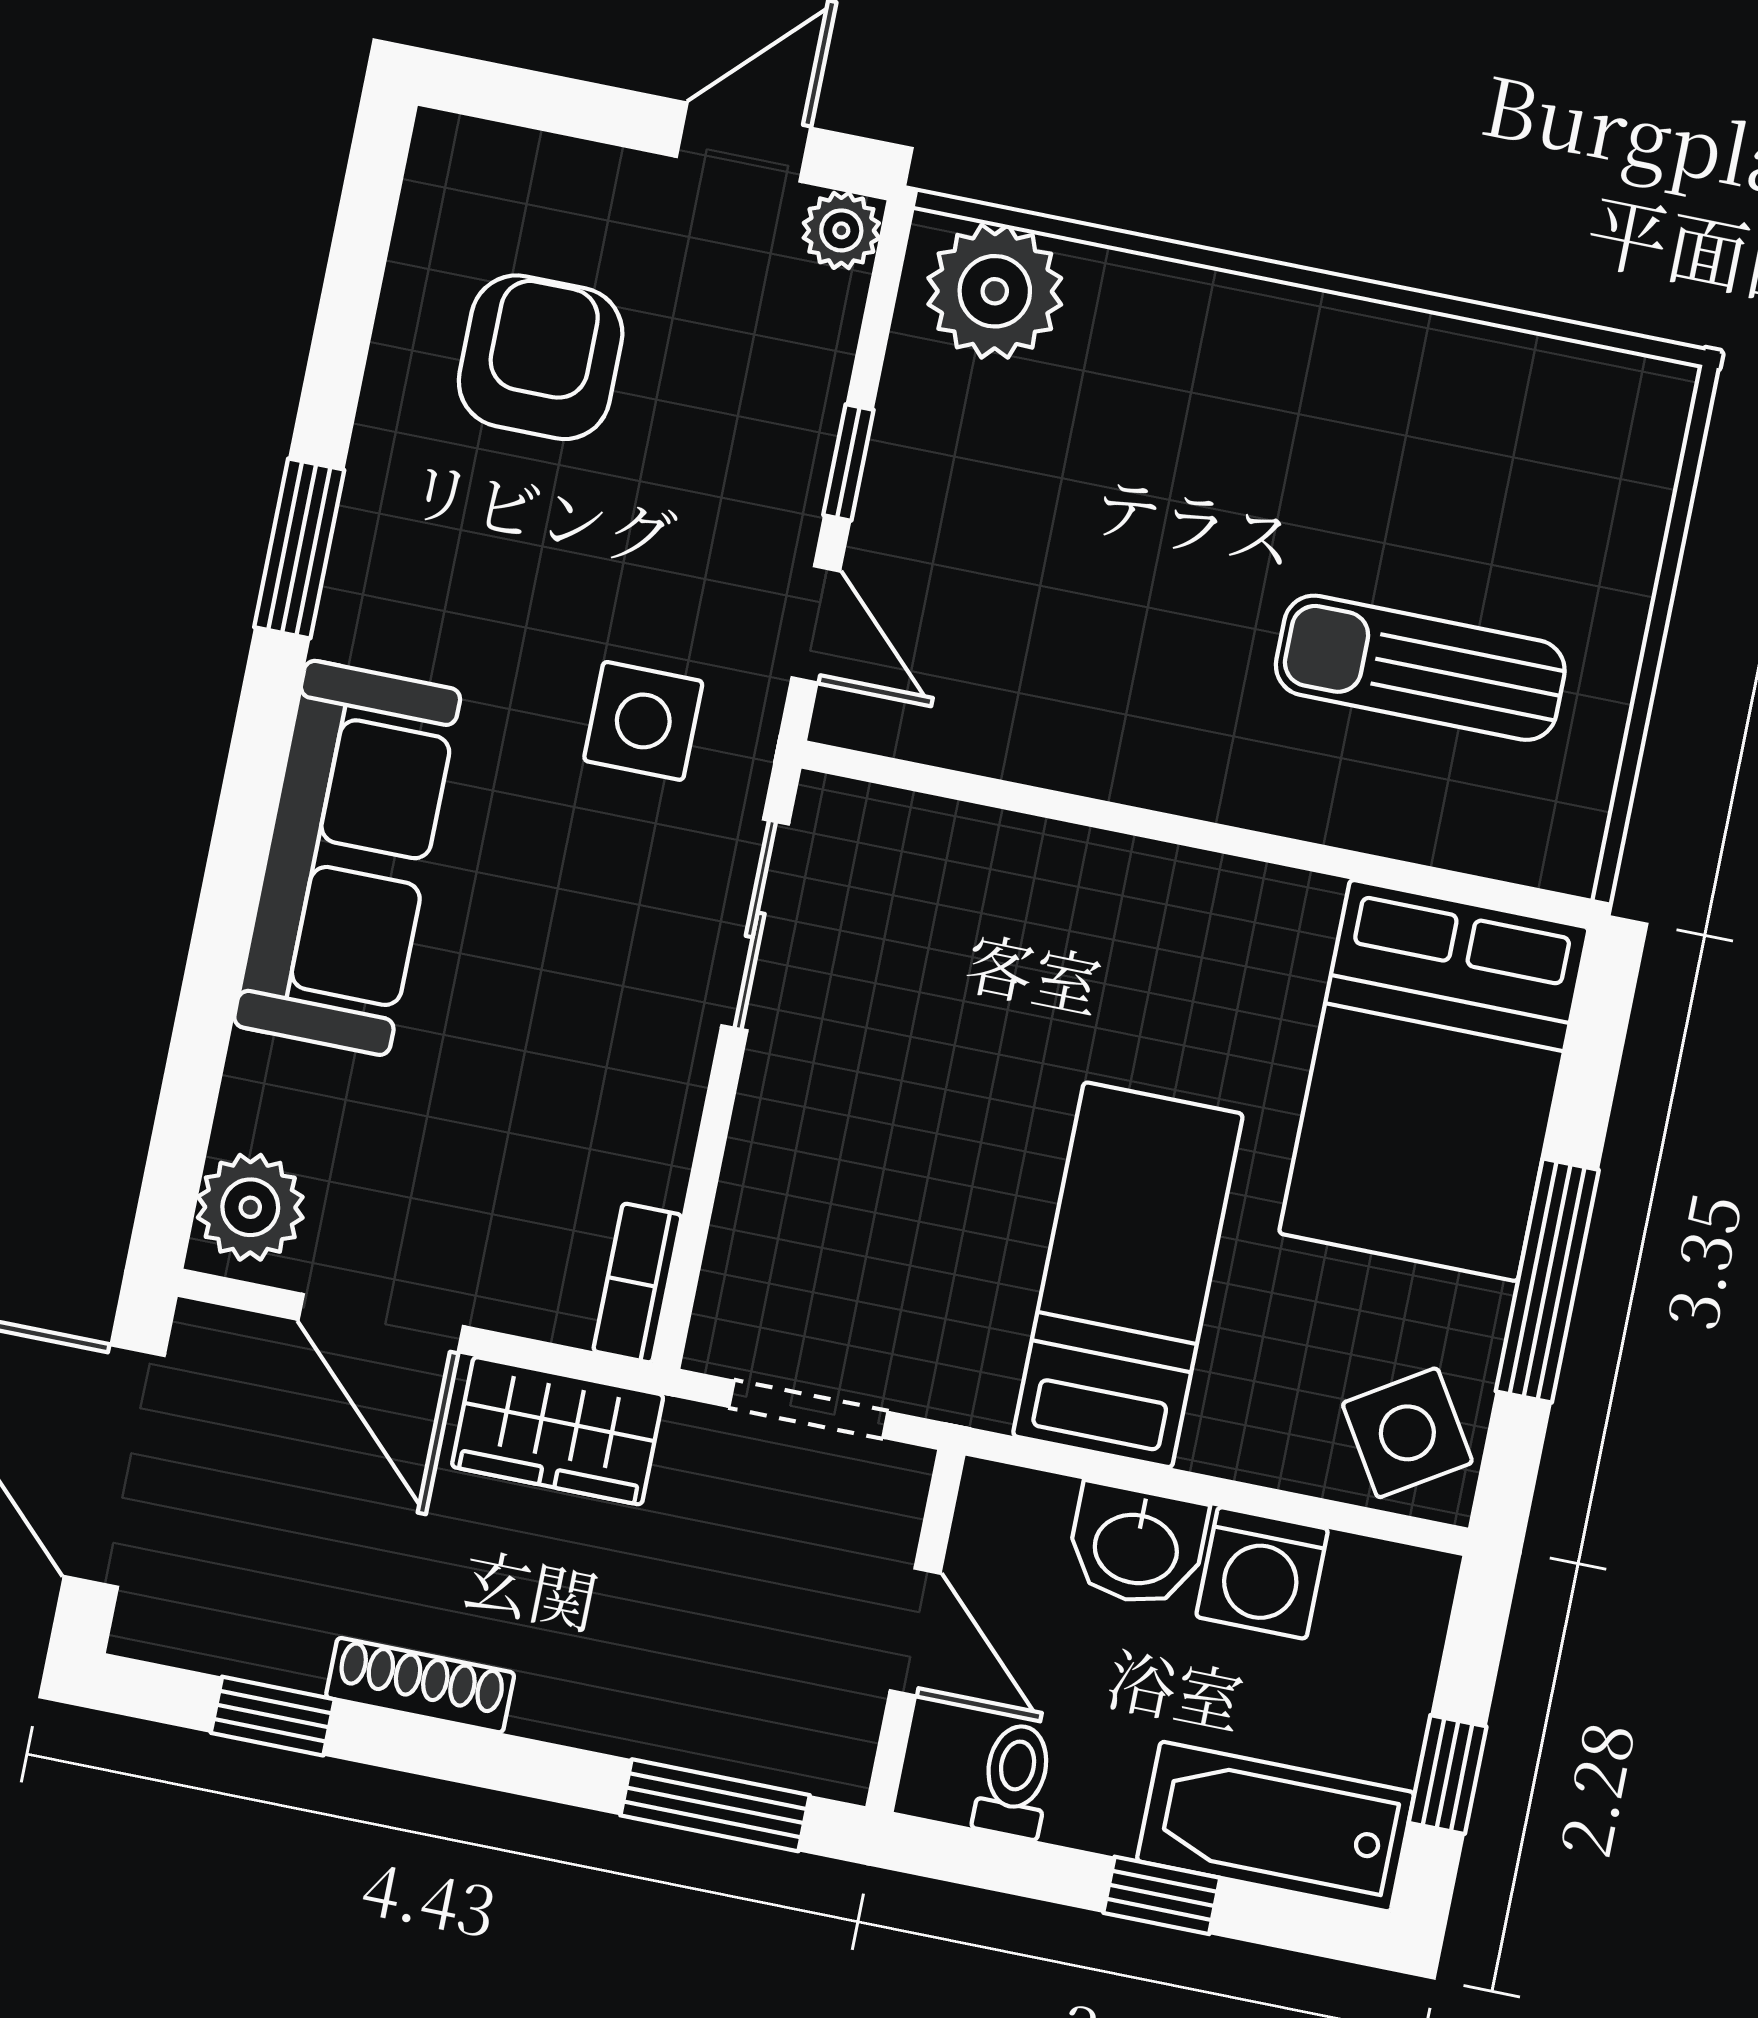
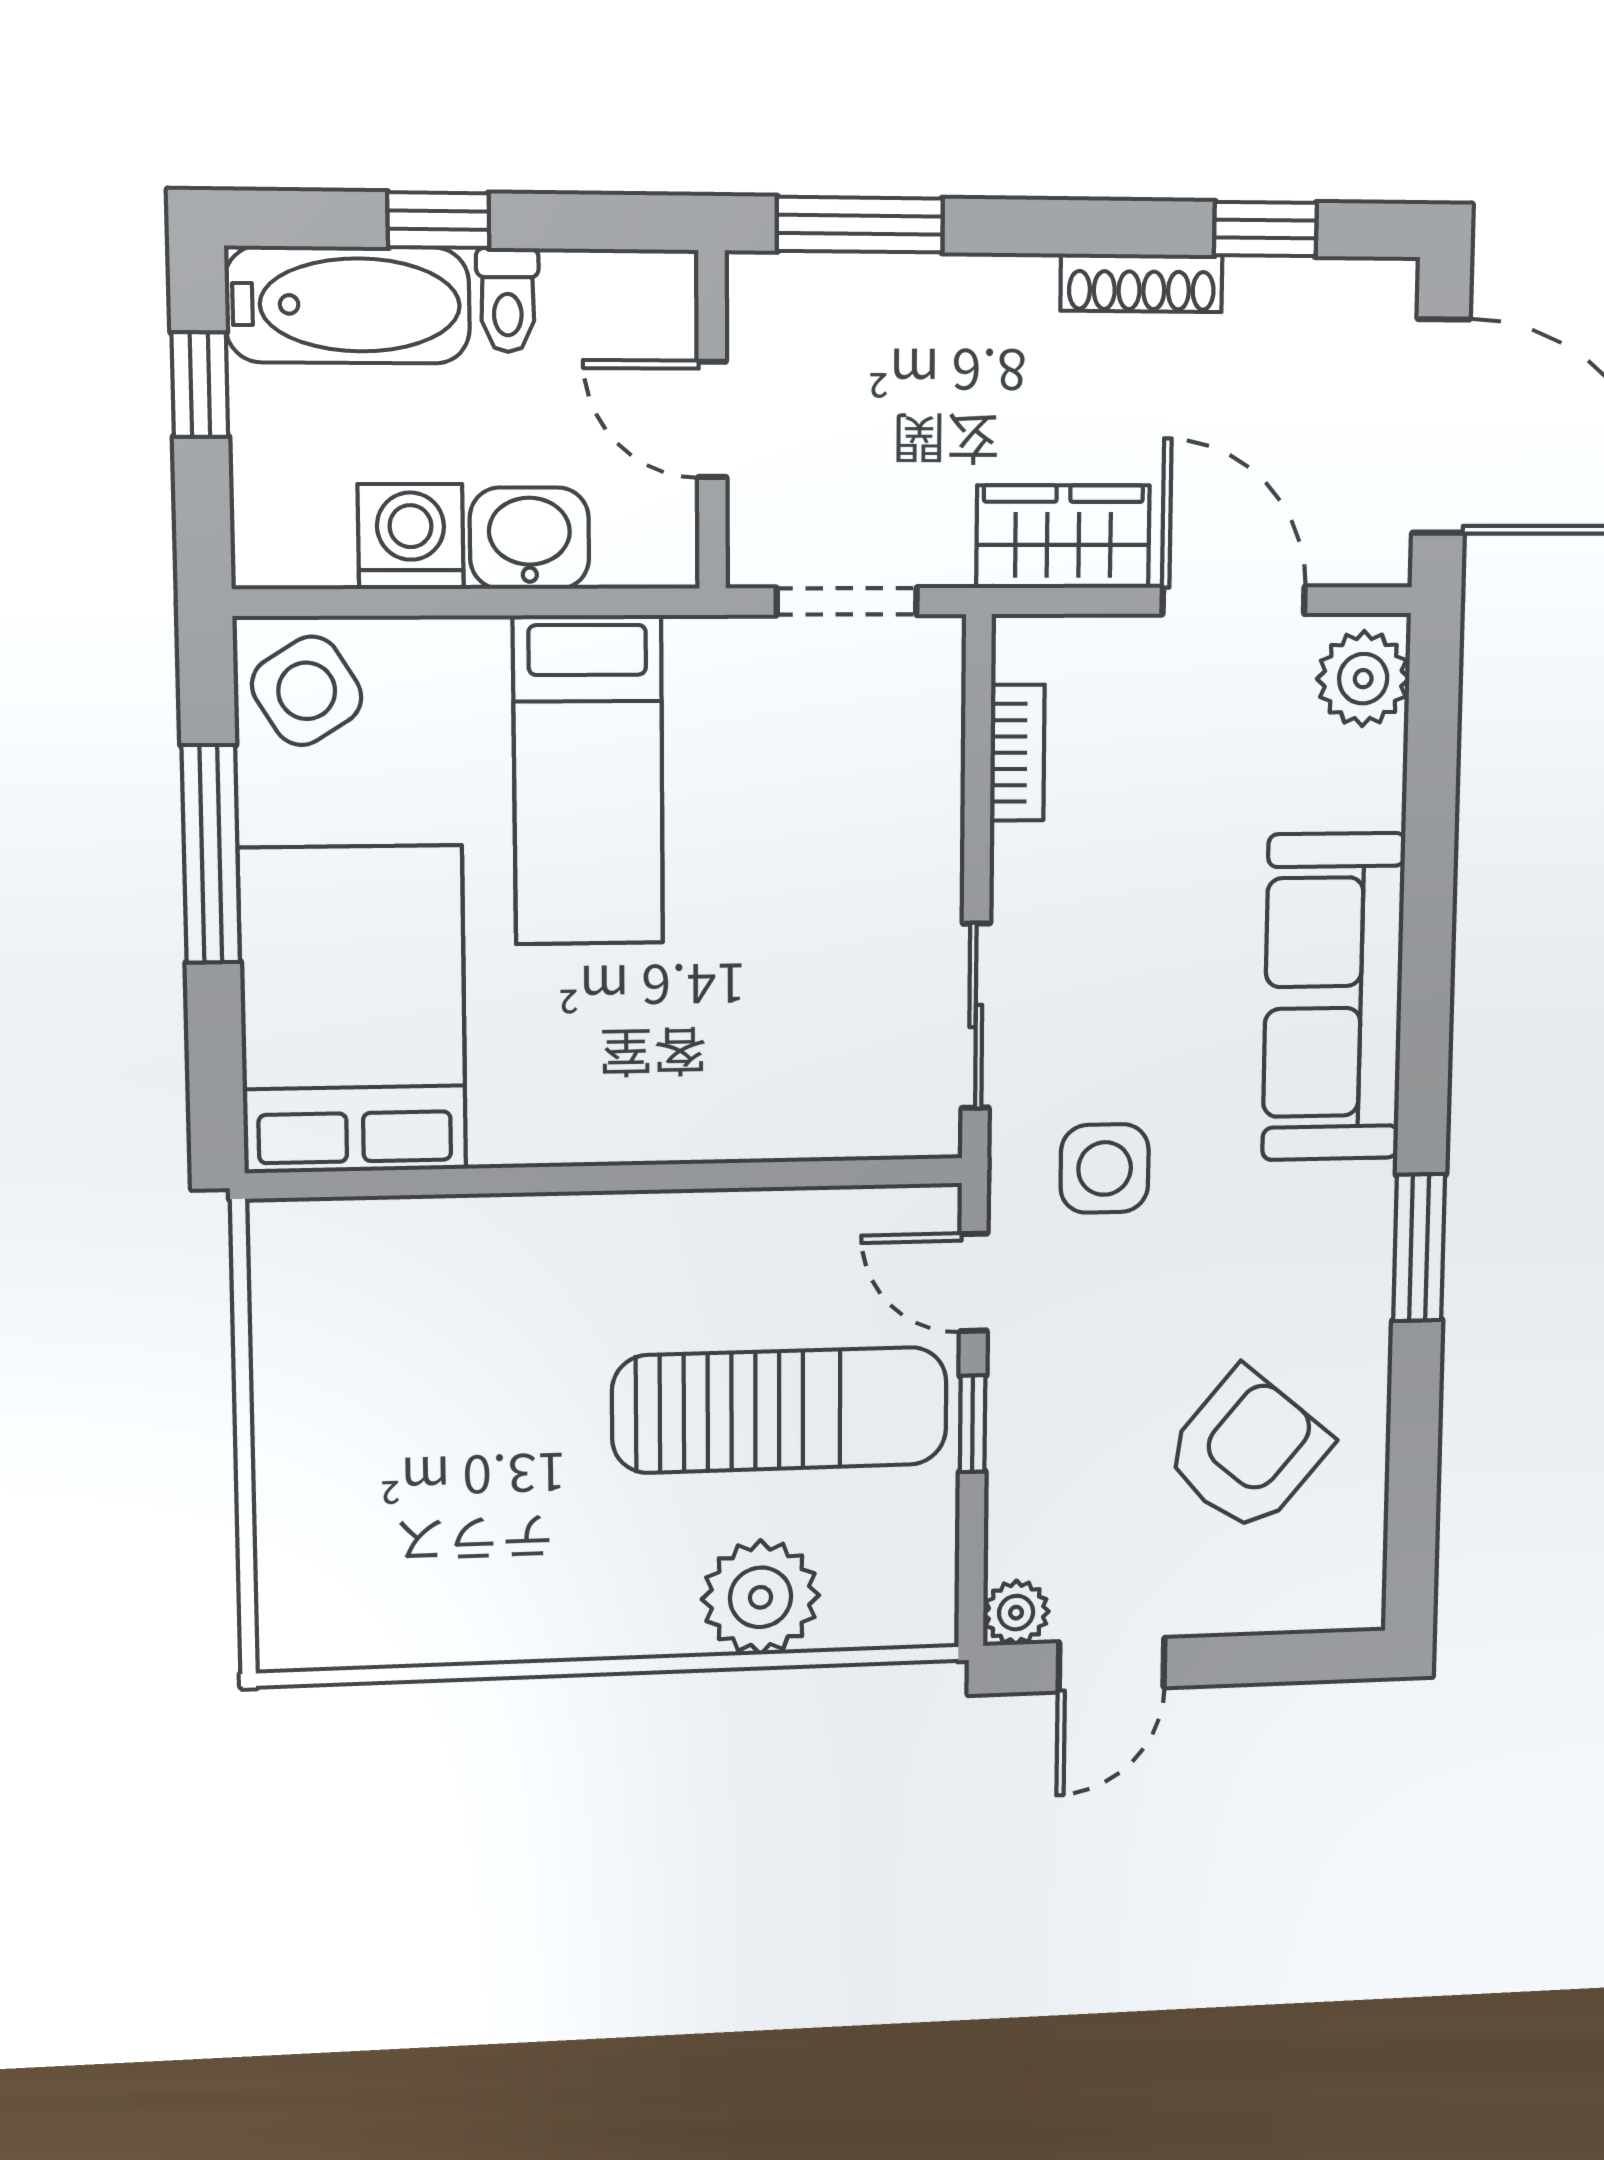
plant: (995, 291) -> (761, 1597), moved
armchair: (541, 357) -> (1247, 1451), turned -140
sun lounger: (1420, 668) -> (780, 1410), moved, width x1.36, depth x1.34
bookcase: (637, 1283) -> (1017, 753), moved
toilet: (1015, 1780) -> (508, 300), moved

